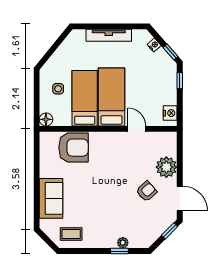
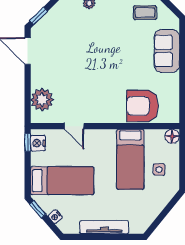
window: (180, 81) -> (28, 142), moved
bed: (111, 97) -> (62, 181), moved, turned -90
plant: (166, 167) -> (42, 100), moved
armchair: (146, 191) -> (64, 59), removed

